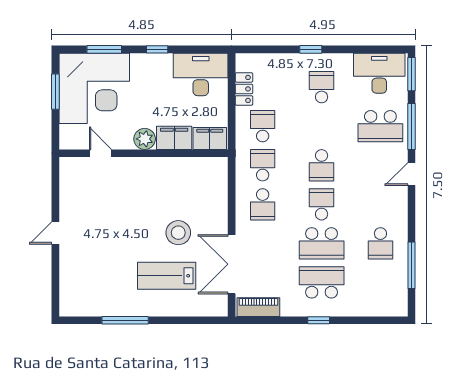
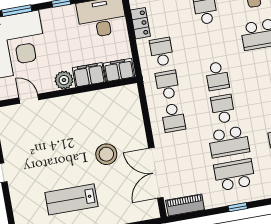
lab bench: (167, 276) -> (71, 199), moved

